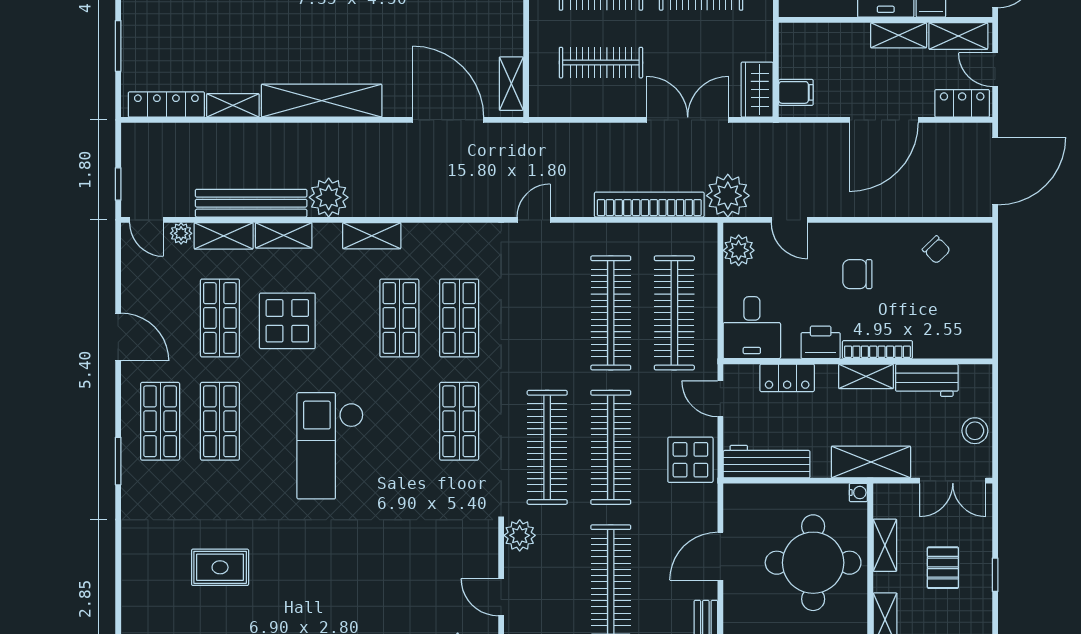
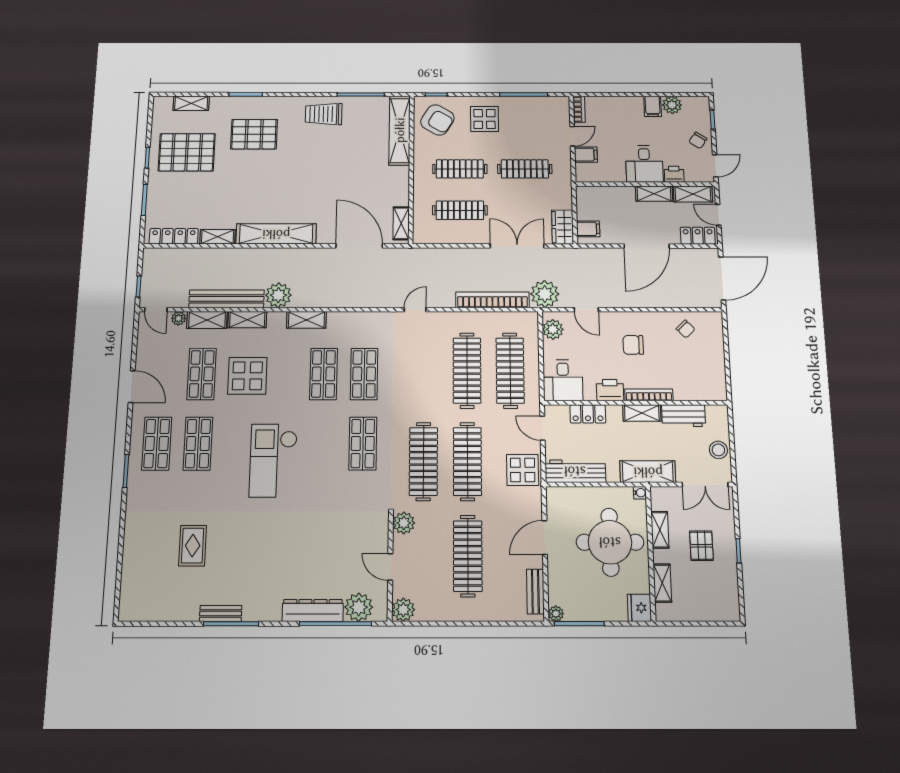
rug: (220, 567) -> (193, 546), turned 90

